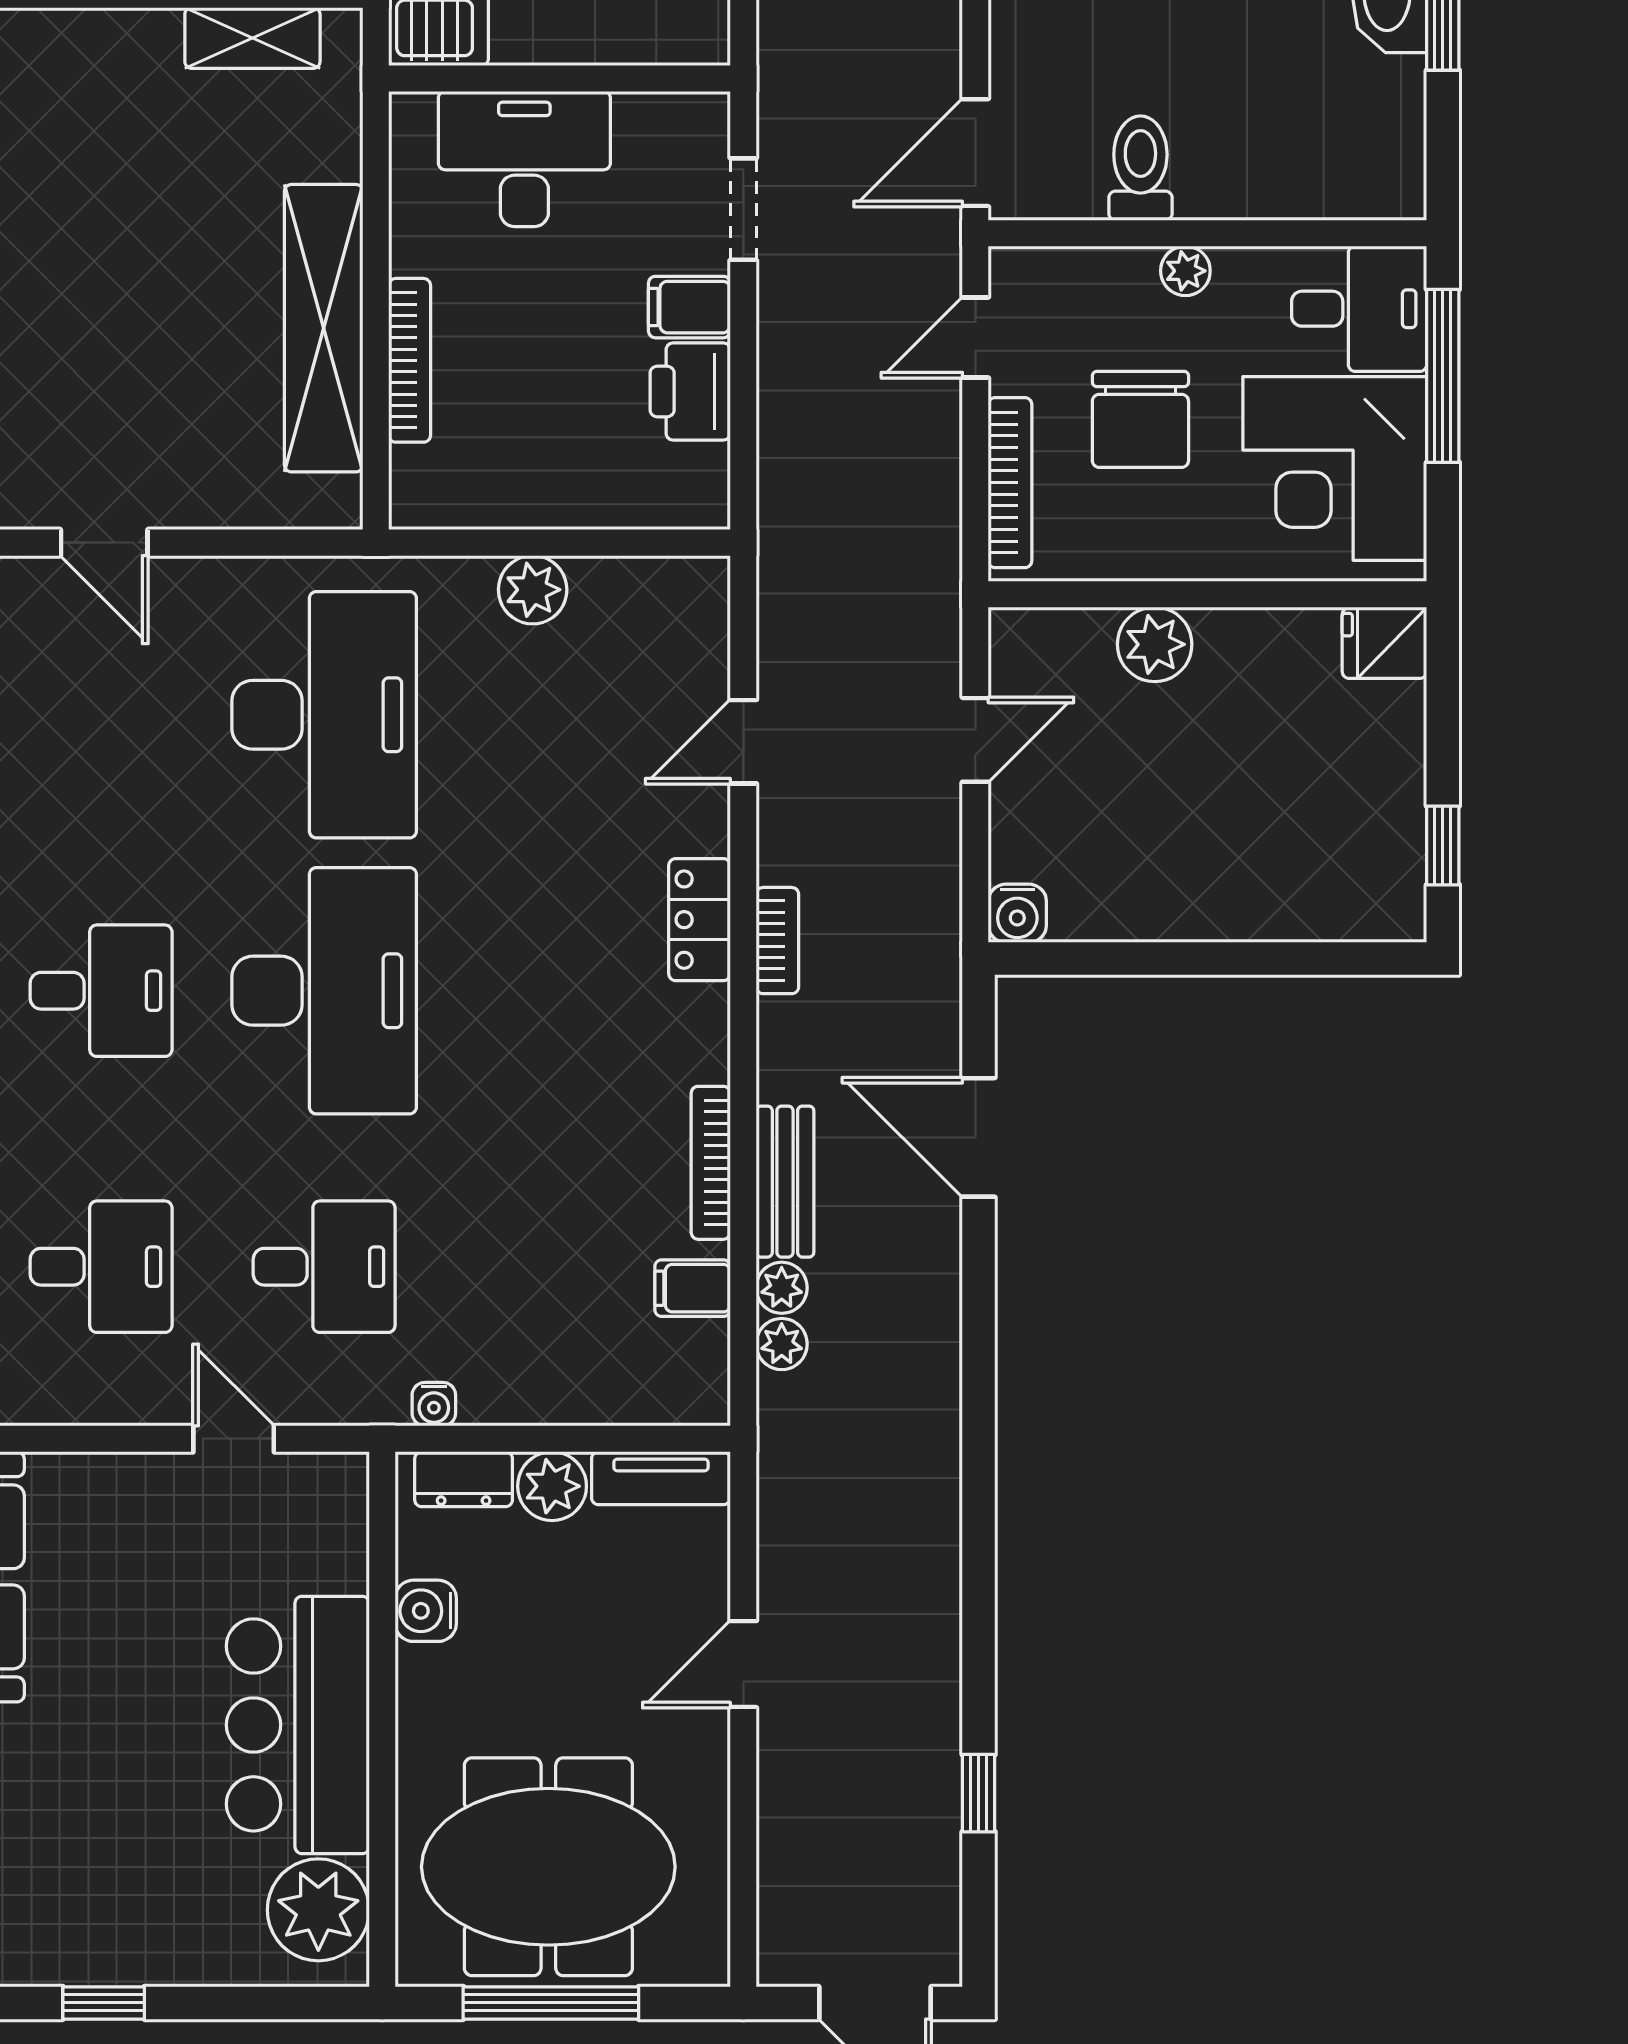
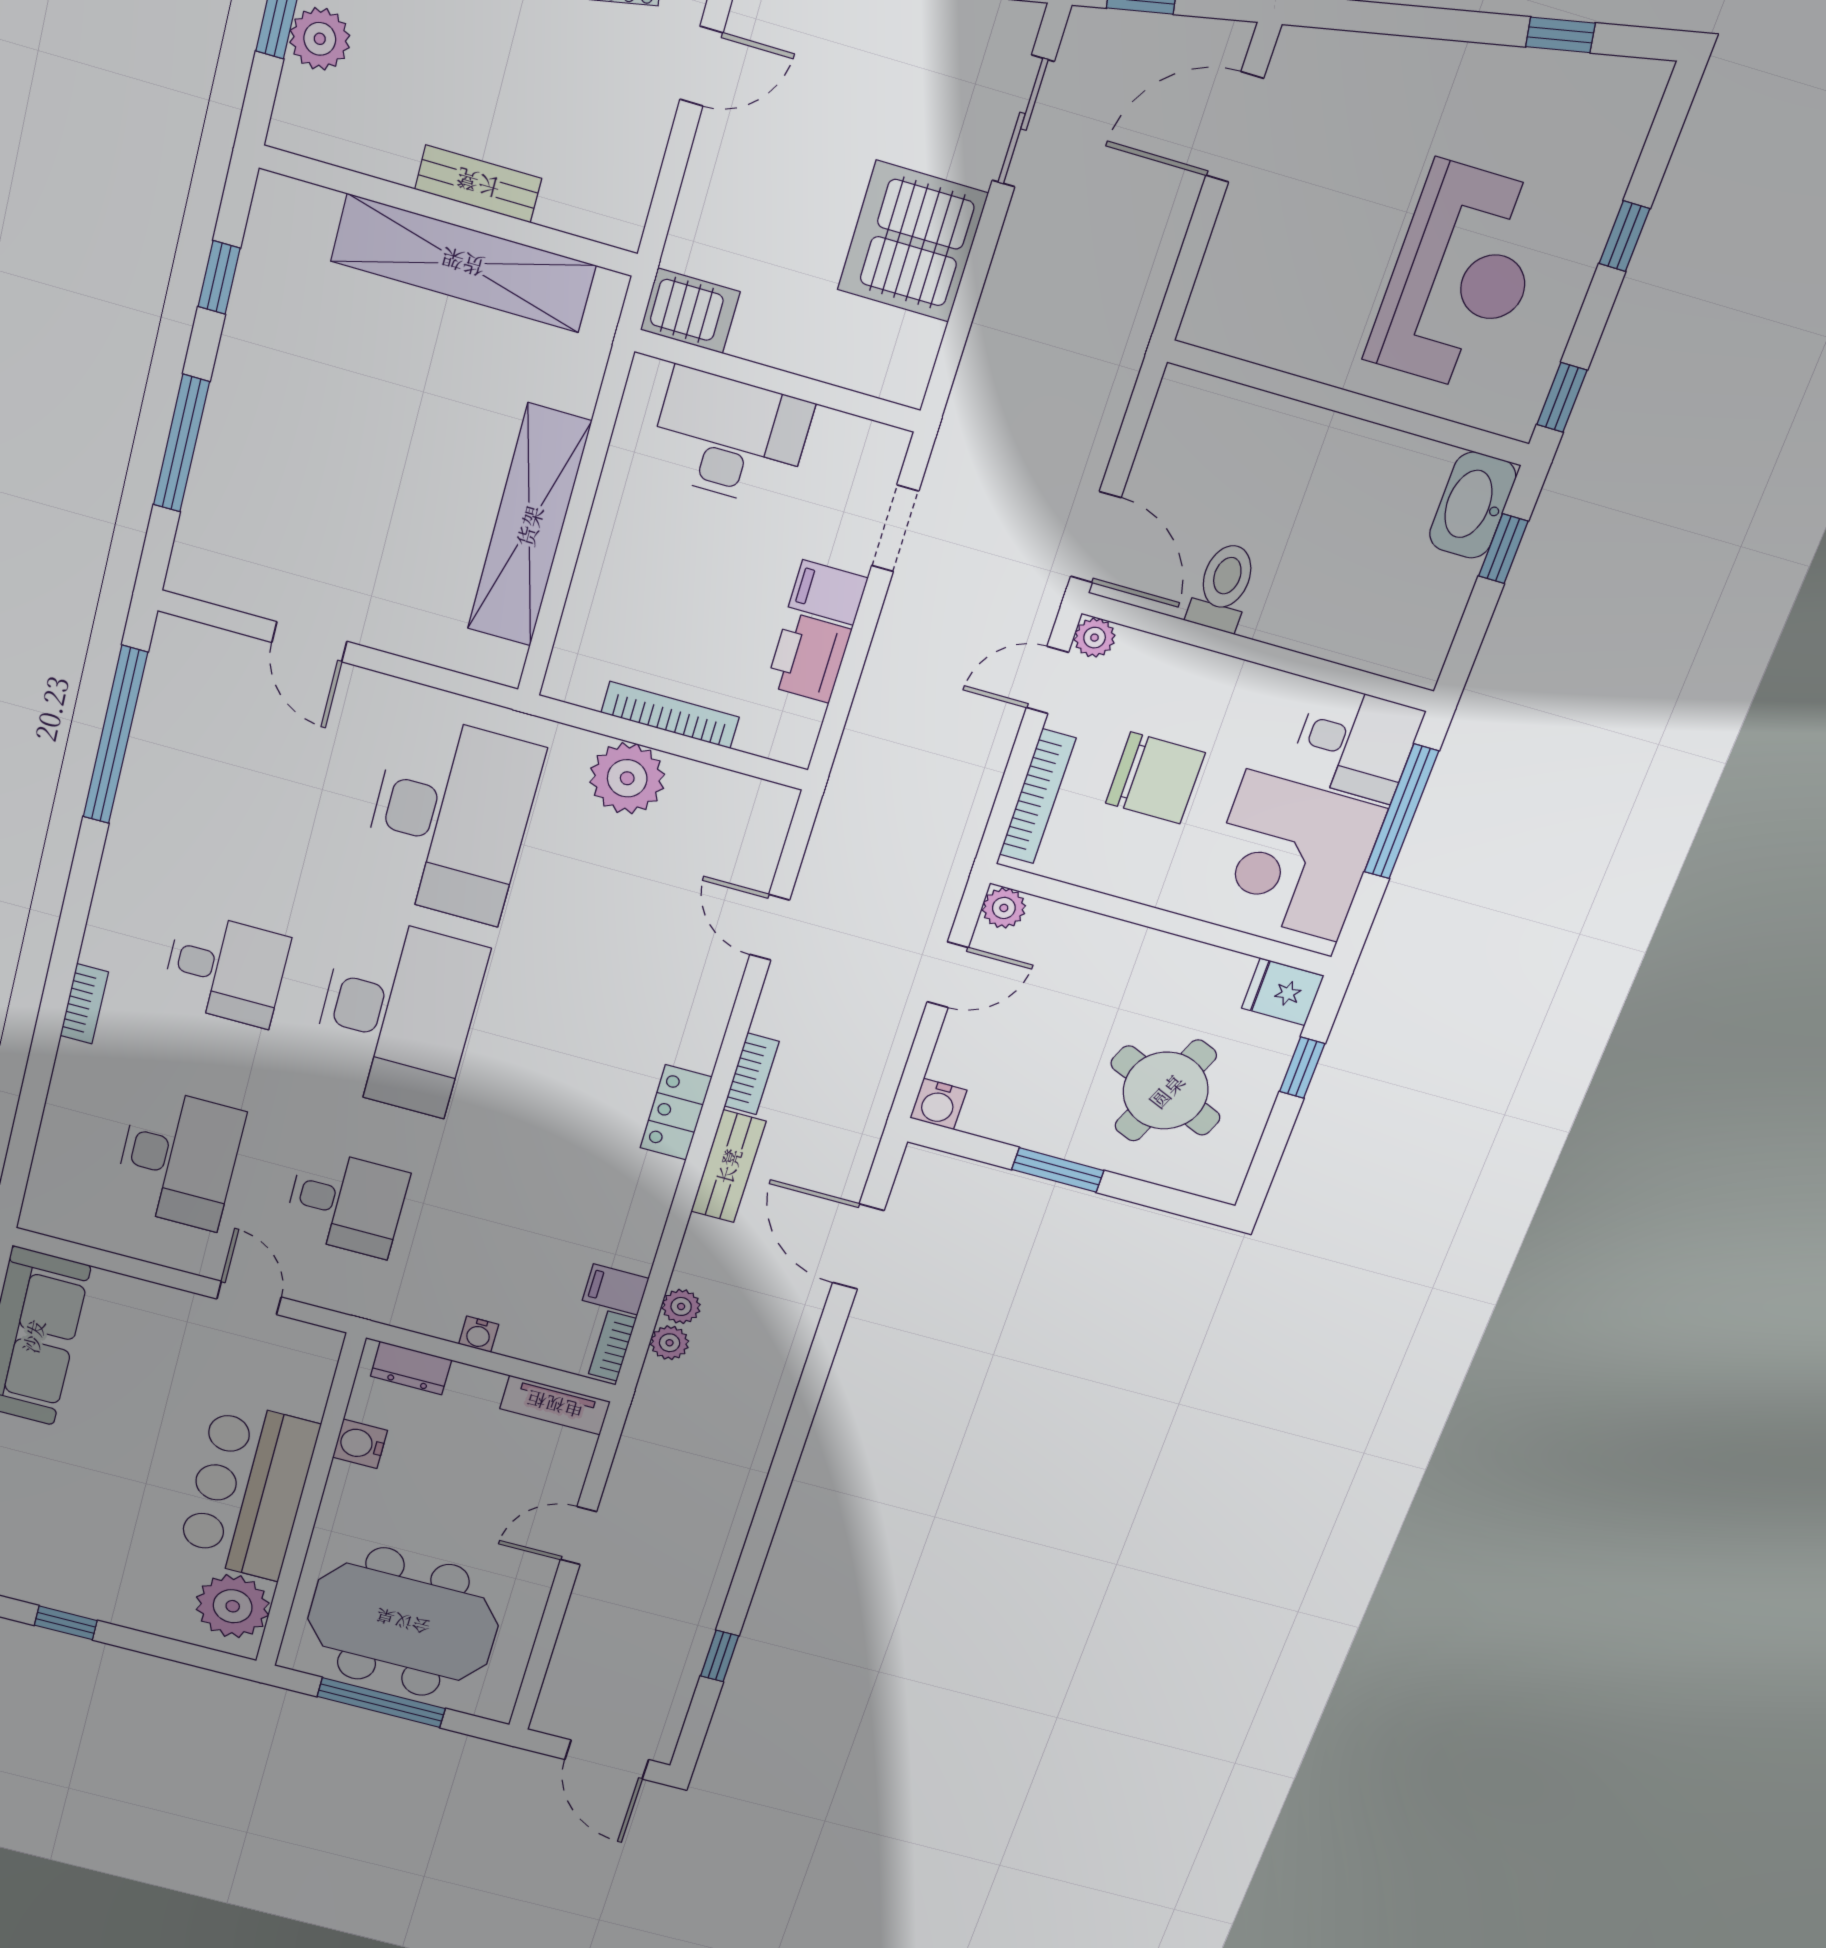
shelving: (252, 38) -> (463, 263), width x2.20, depth x1.33
door: (975, 153) -> (1096, 537), swing flipped
plant: (1185, 271) -> (1095, 638), moved
bookcase: (410, 360) -> (670, 715), moved, turned -90
chair: (1140, 419) -> (1155, 778), turned -90
plant: (533, 590) -> (627, 778), width x1.36, depth x1.36
plant: (1155, 644) -> (1004, 908), moved, width x0.73, depth x0.73
door: (743, 742) -> (770, 927), hinge flipped
round table: (1288, 813) -> (1166, 1091), added
window: (1443, 845) -> (1302, 1068), moved
locker: (700, 920) -> (676, 1112), moved
window: (1192, 958) -> (1058, 1170), added
bookcase: (711, 1163) -> (612, 1346), moved, width x0.64
bench: (785, 1182) -> (728, 1166), moved
desk: (101, 1267) -> (179, 1159), width x1.37
water cooler: (434, 1404) -> (479, 1334), moved
plant: (552, 1486) -> (474, 1389), removed

